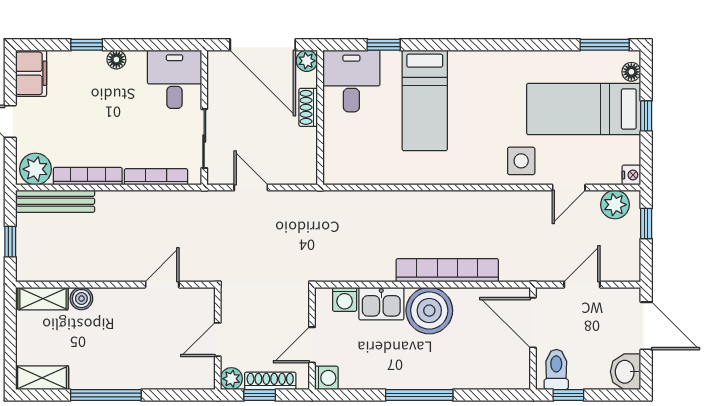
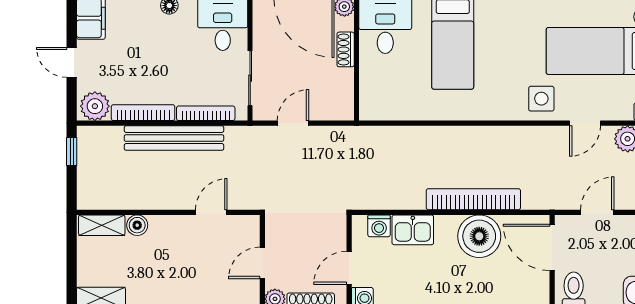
door: (251, 188) -> (293, 123), hinge flipped
bench: (55, 201) -> (174, 138), moved, width x1.37, depth x1.21
window: (10, 242) -> (72, 152), moved
boiler: (429, 311) -> (479, 236), moved

